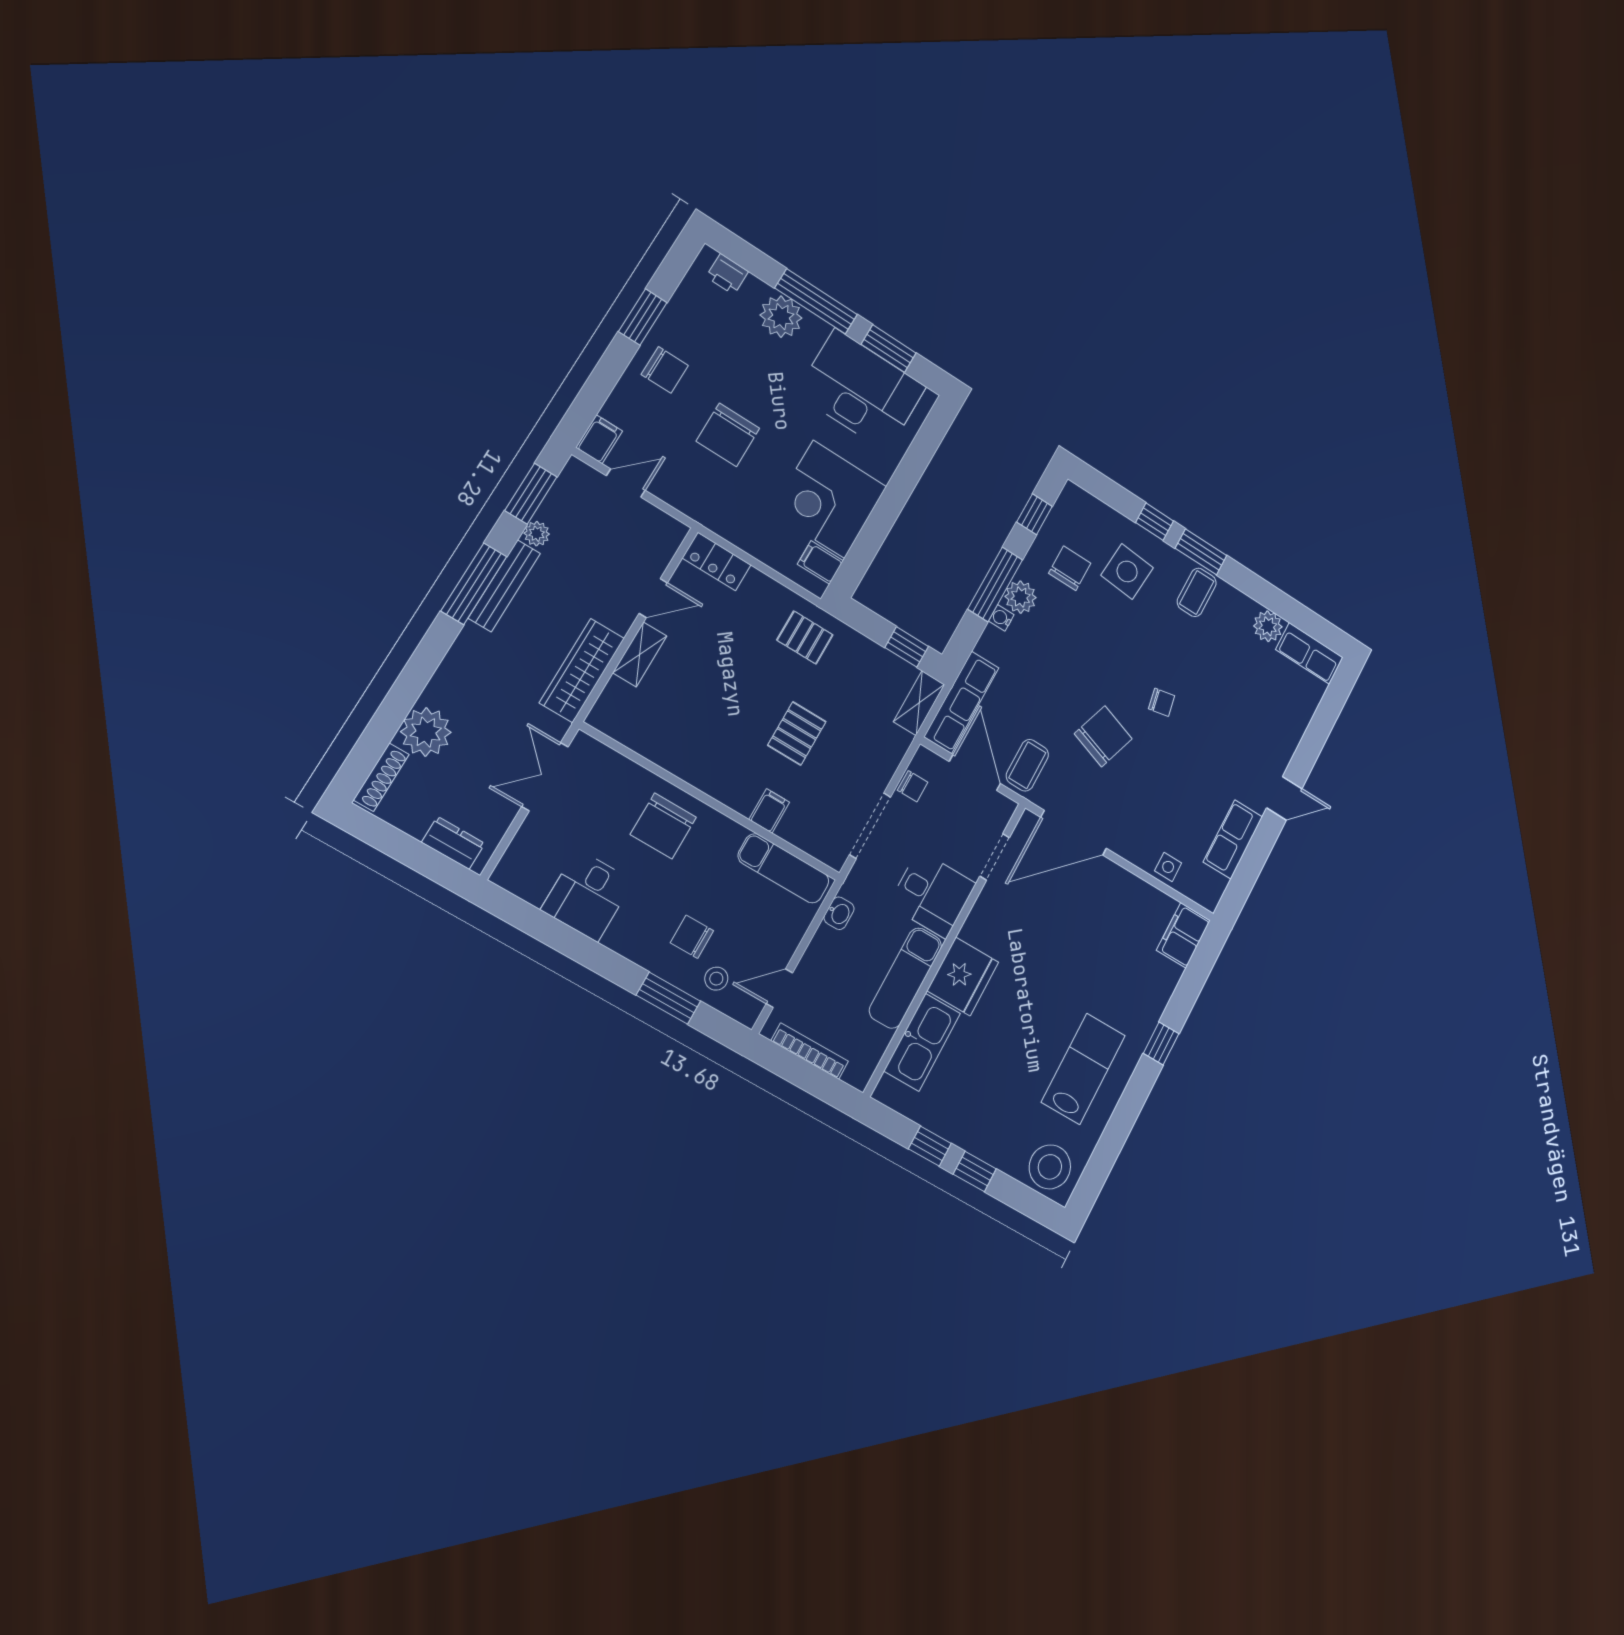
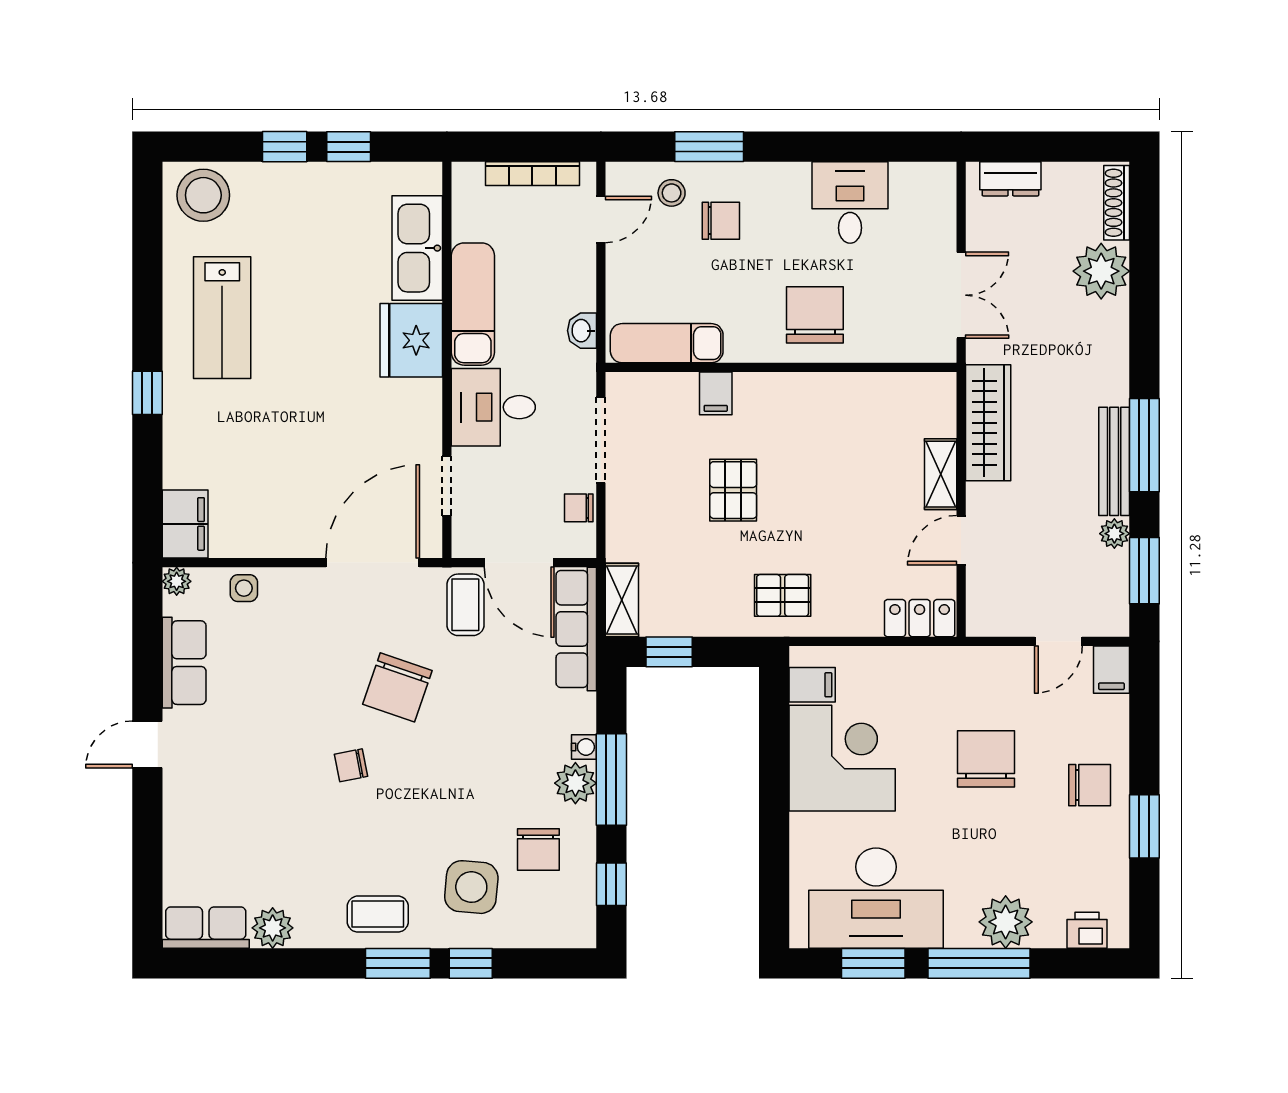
chair: (665, 370) -> (1090, 785), turned 180
coffee table: (1197, 592) -> (378, 914), turned 90
plant: (1209, 898) -> (177, 581), added

